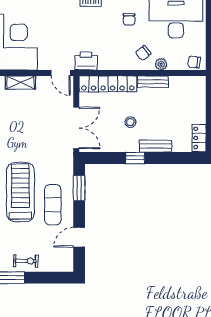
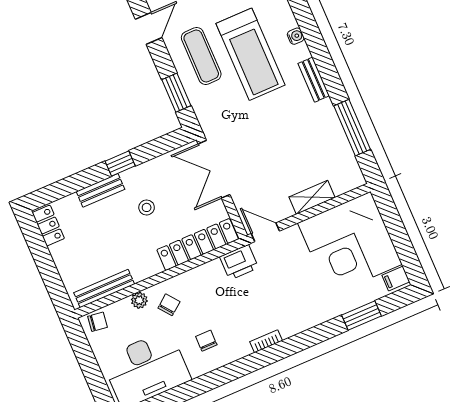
bench: (153, 82) -> (104, 288), moved, width x1.36

